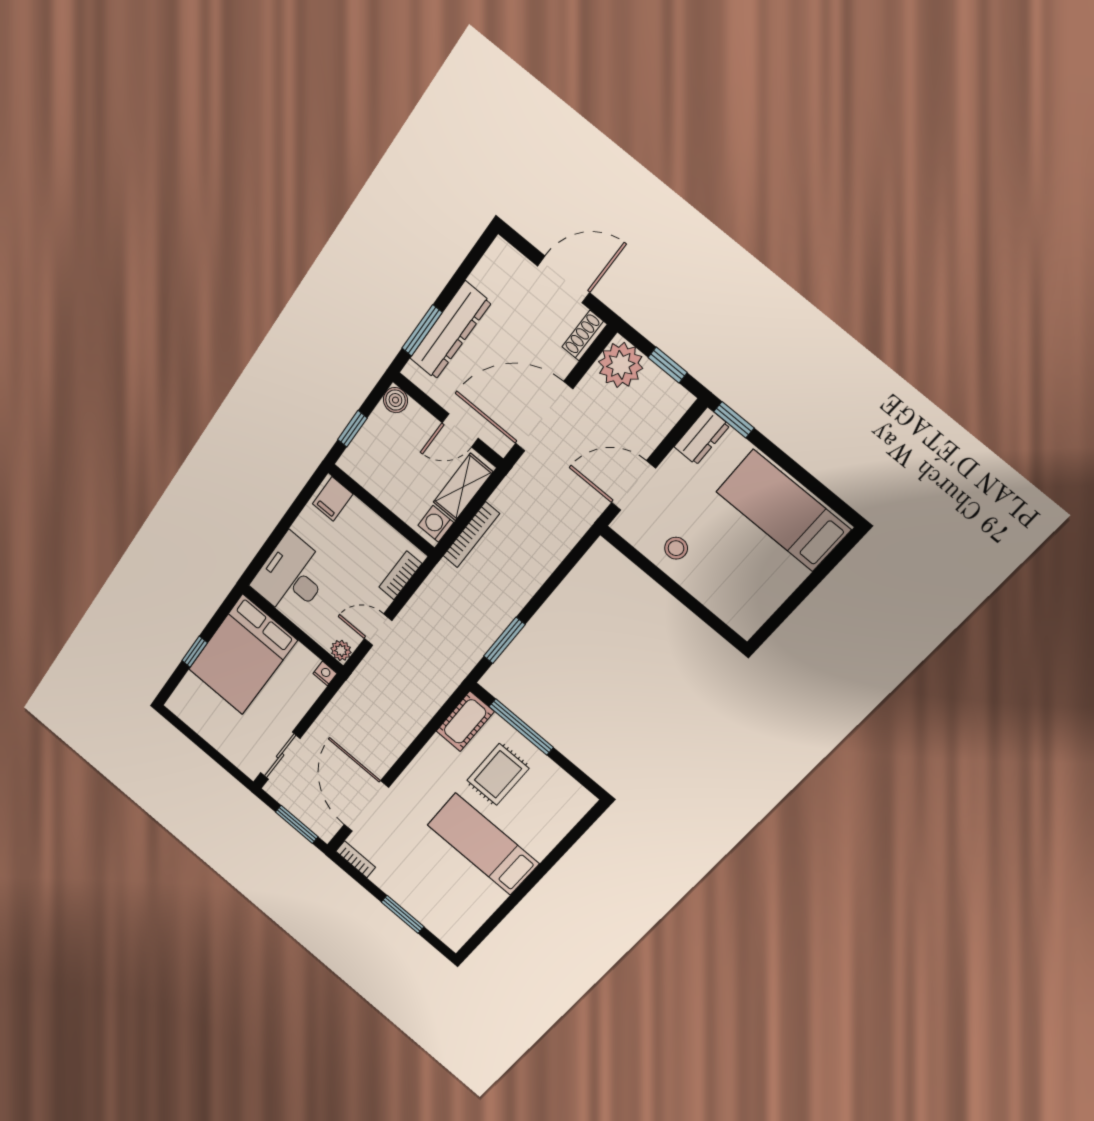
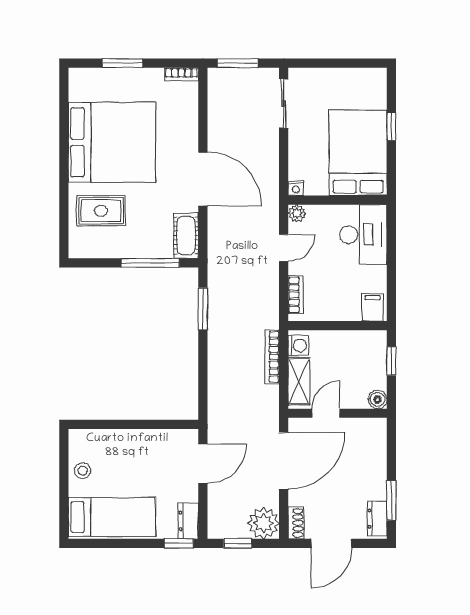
window: (422, 330) -> (391, 500), moved
dresser: (450, 331) -> (377, 519), moved, width x0.51, depth x0.80
stool: (676, 548) -> (83, 471), moved
rug: (498, 774) -> (101, 211), moved, turned 90
door: (366, 806) -> (203, 179), moved
bed: (483, 844) -> (112, 142), width x2.04

